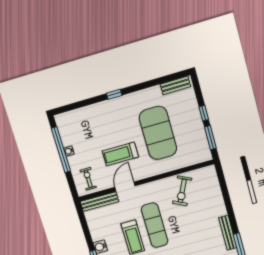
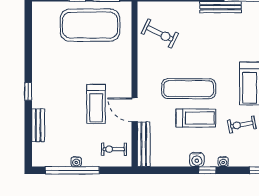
bench: (175, 85) -> (38, 125), moved
exercise mat: (158, 133) -> (90, 25), moved
exercise bike: (182, 191) -> (160, 33), moved

